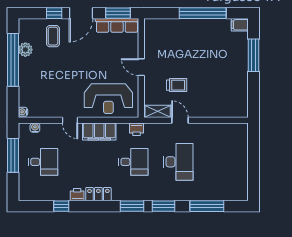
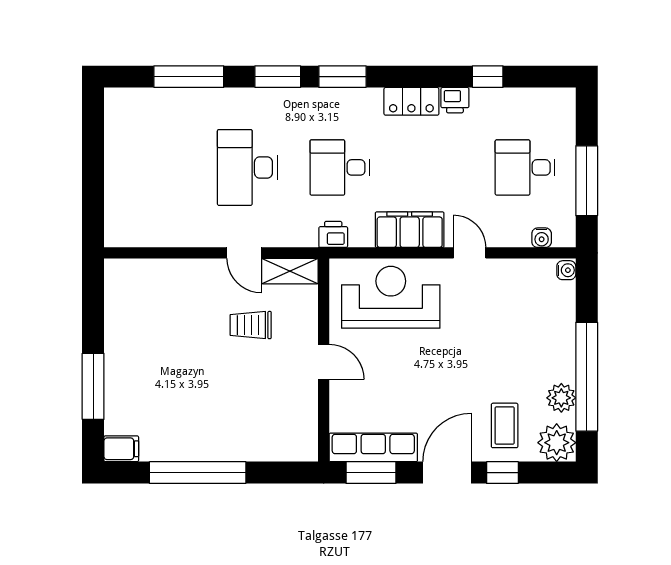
plant: (28, 28) -> (557, 443), added

